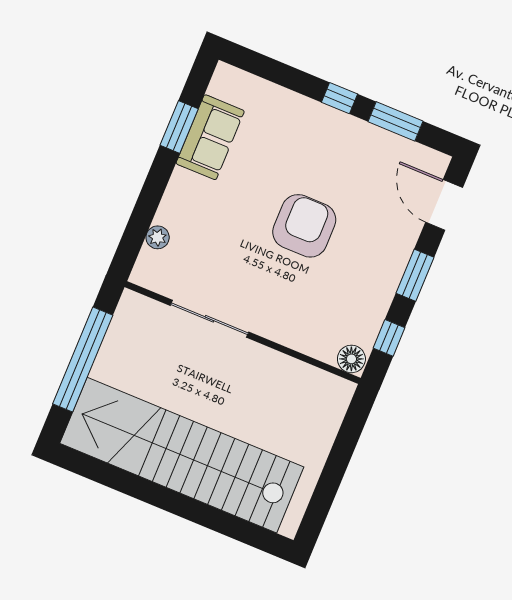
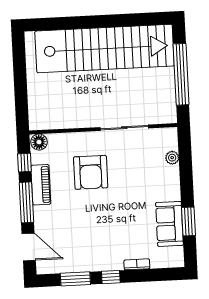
bookcase: (290, 99) -> (137, 264), added
armchair: (304, 226) -> (91, 172), moved
window: (415, 275) -> (26, 202), width x1.44
piano: (380, 292) -> (41, 185), added

